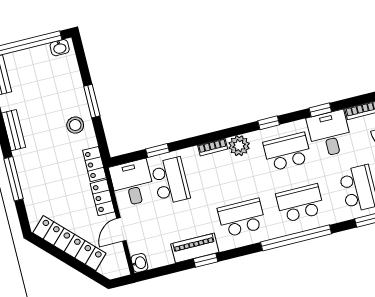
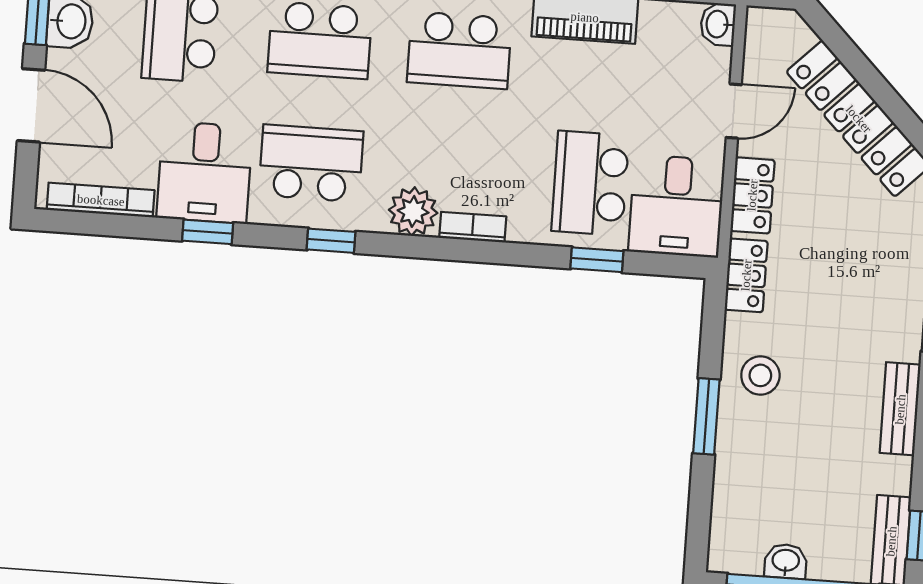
washbasin: (60, 48) -> (786, 561), moved
school desk: (287, 152) -> (311, 163), turned 180

